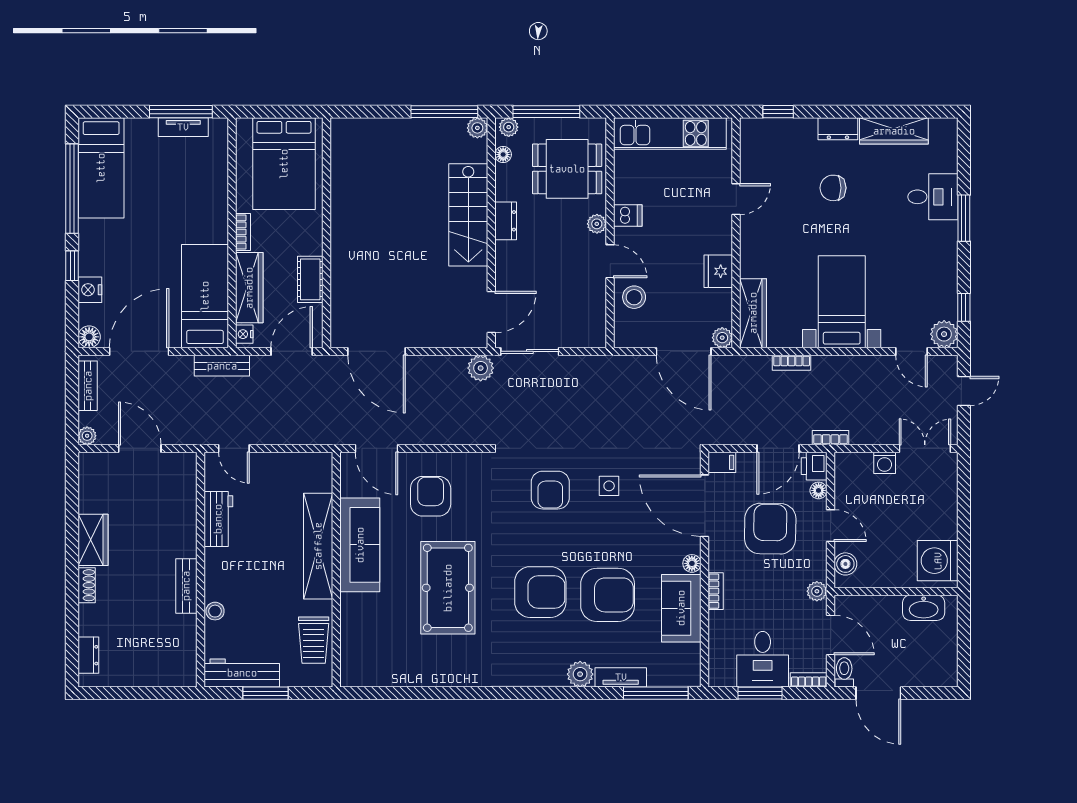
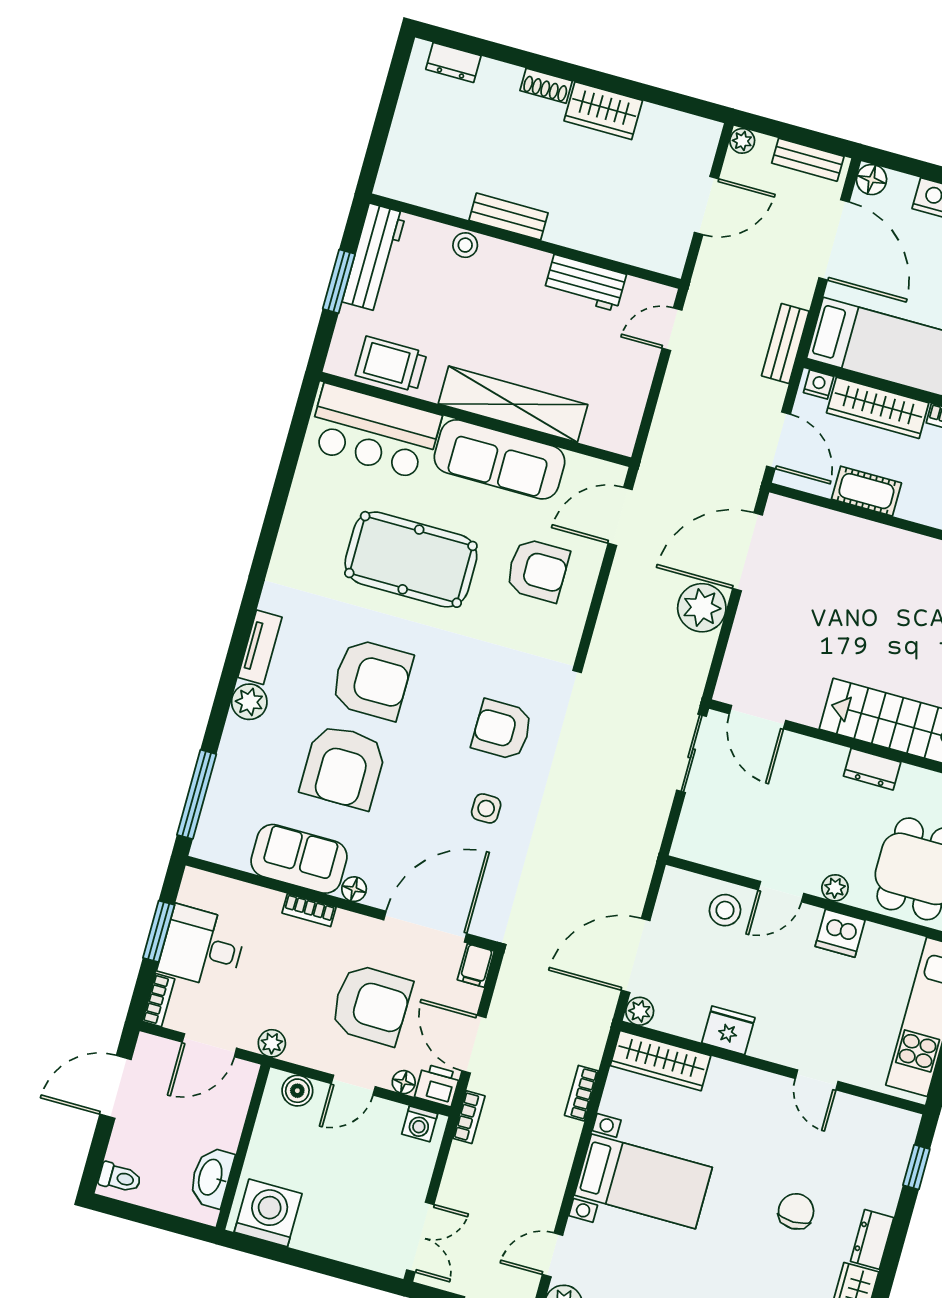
dishwasher: (628, 215) -> (840, 933), width x1.38
plant: (481, 368) -> (702, 608), moved, width x1.36, depth x1.36
washing machine: (885, 463) -> (420, 1124), moved, turned -90
armchair: (540, 592) -> (372, 679), turned -90
bar counter: (365, 639) -> (374, 432), added
toilet: (844, 672) -> (120, 1178), moved
tv unit: (621, 677) -> (260, 647), moved

